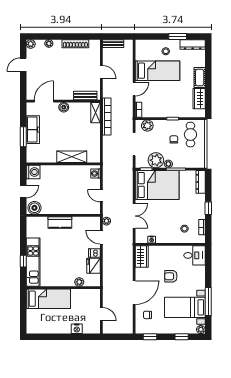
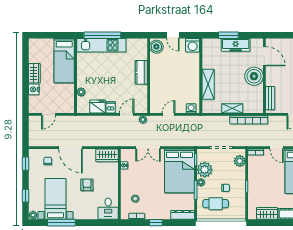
boiler: (64, 107) -> (254, 76), width x1.86, depth x1.86
shelving: (95, 113) -> (232, 108), moved
cafe table: (190, 135) -> (216, 204), moved
window: (23, 261) -> (102, 35), width x3.17
wardrobe: (61, 328) -> (34, 73), added

